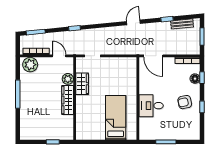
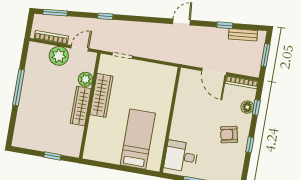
door: (59, 56) -> (80, 48), hinge flipped
door: (153, 56) -> (214, 72), moved
plant: (30, 65) -> (59, 56), moved
wardrobe: (82, 84) -> (101, 95), width x1.50
desk: (151, 106) -> (181, 156), moved

